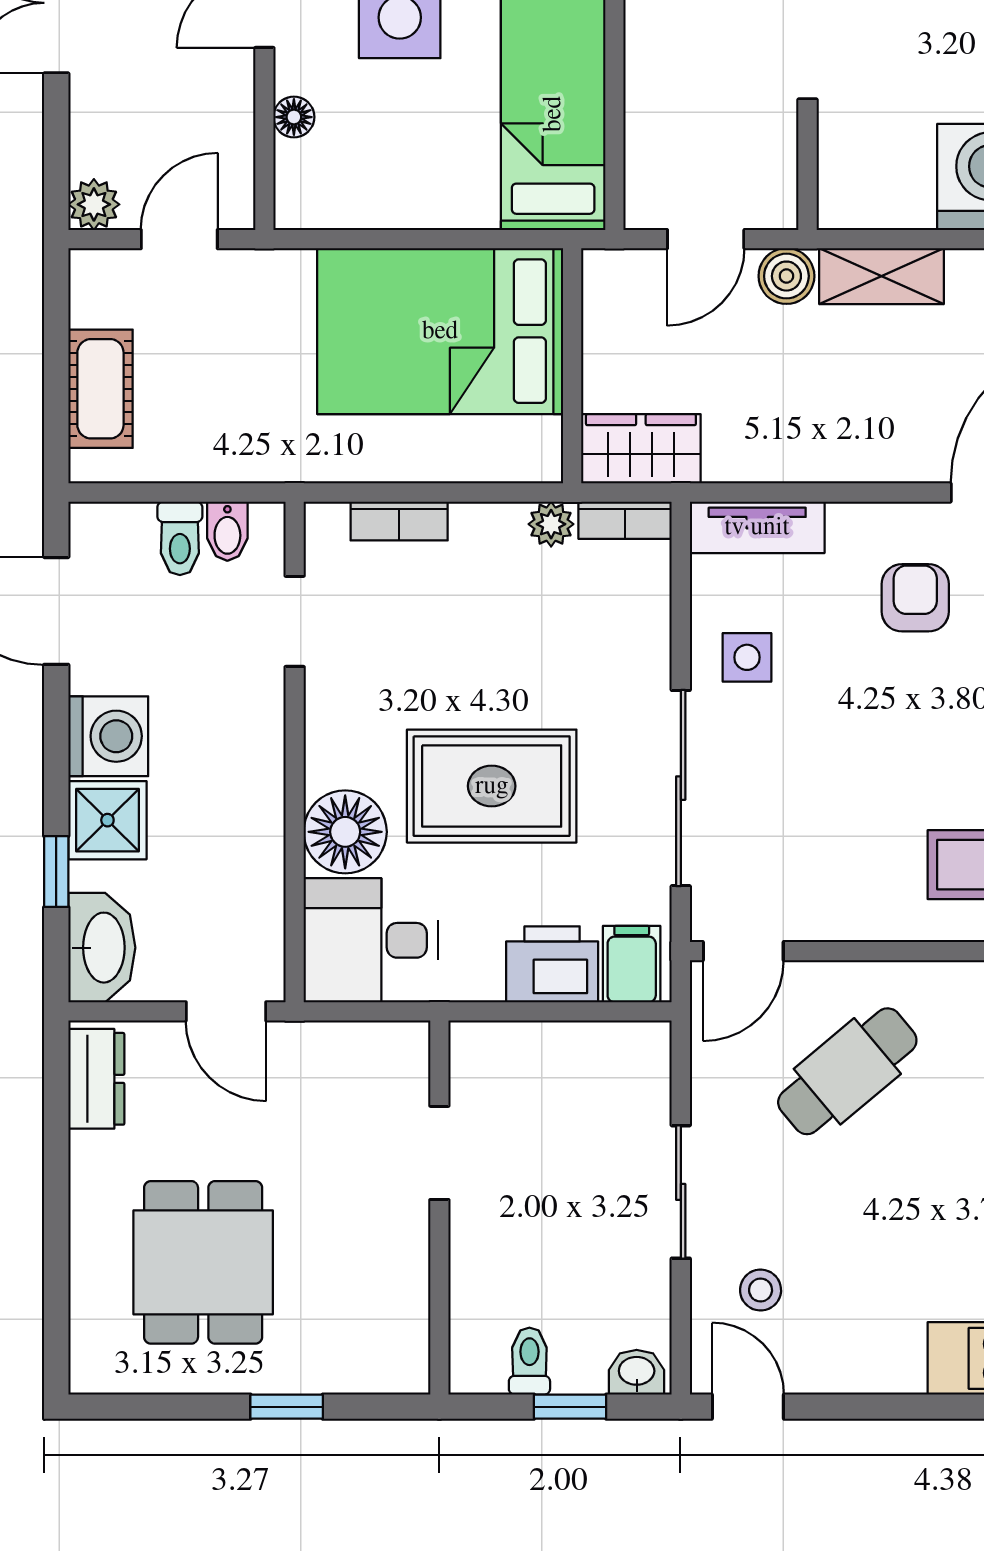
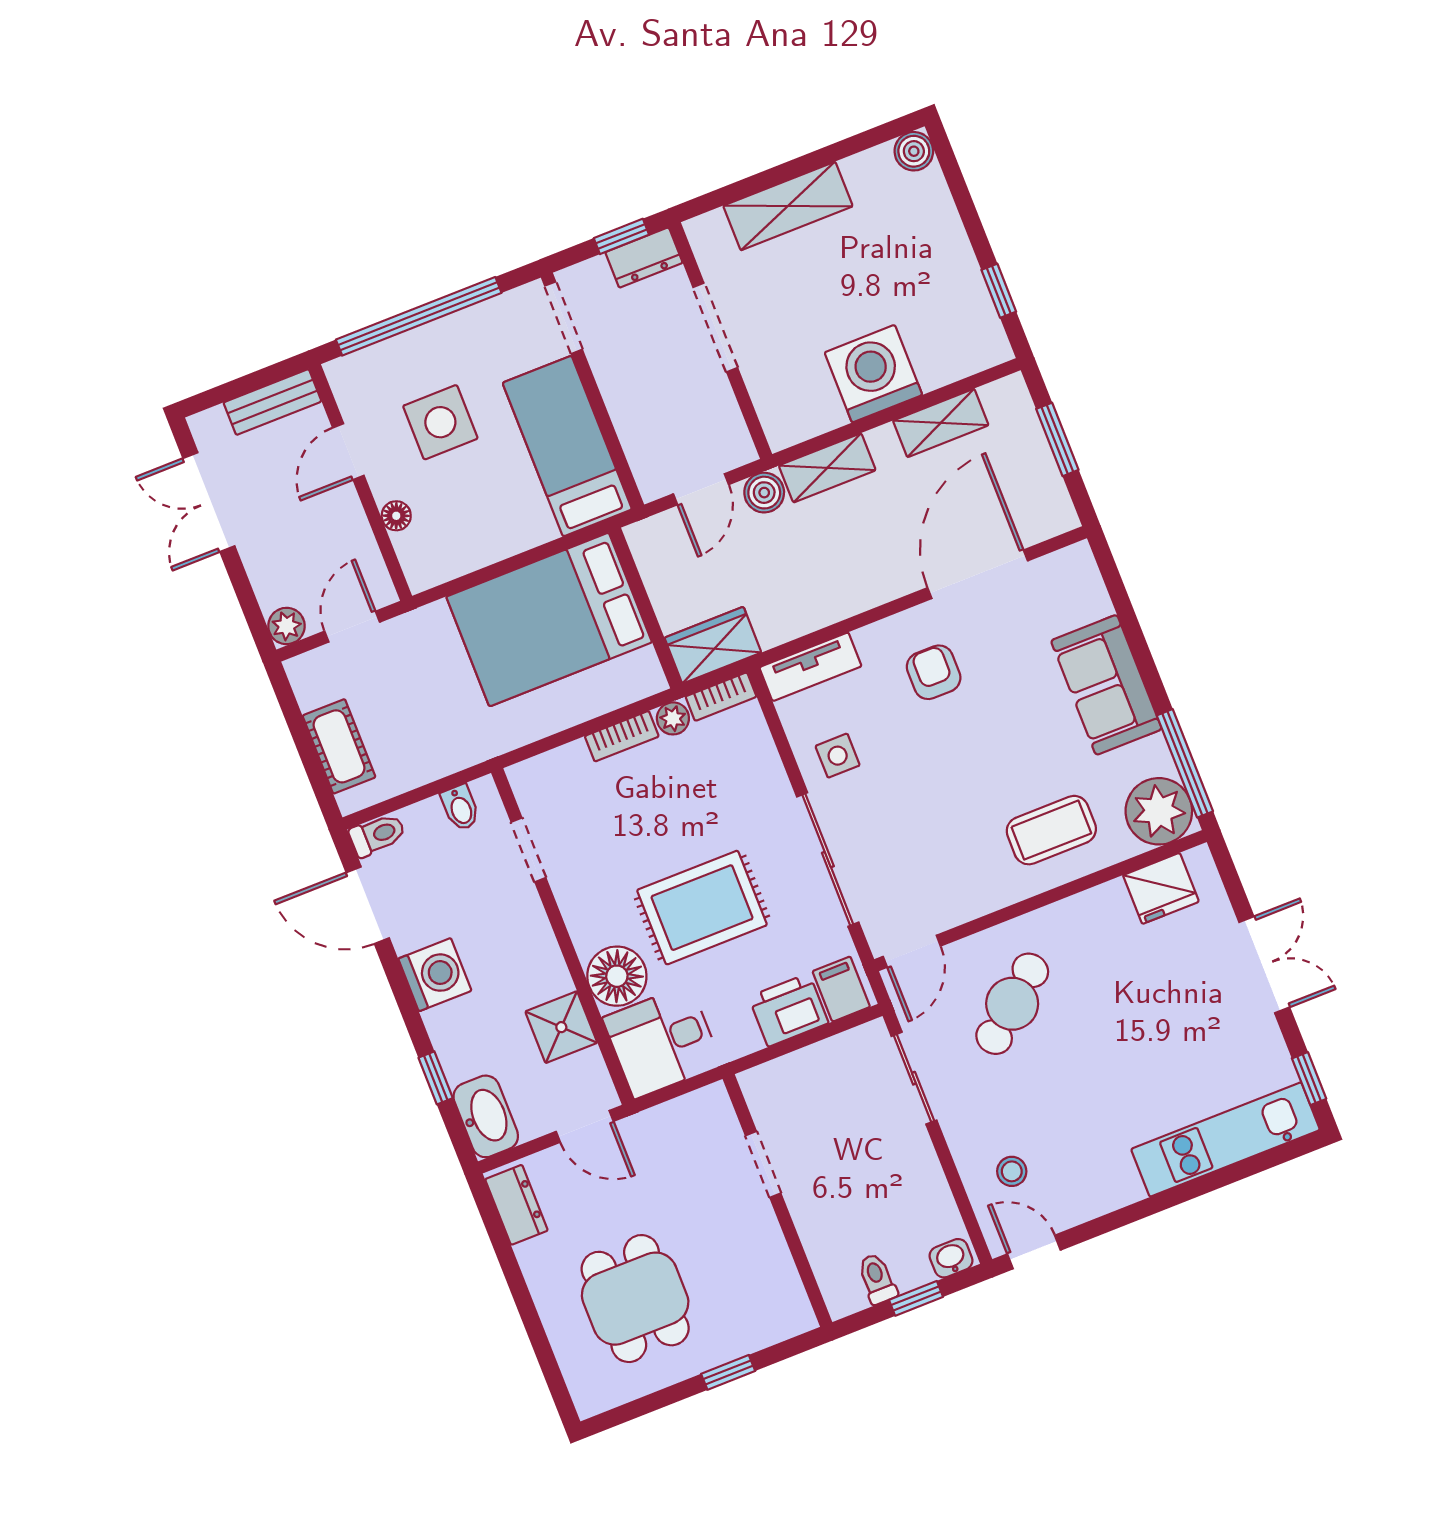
bookcase: (399, 521) -> (622, 736), moved
toilet: (180, 538) -> (377, 835), moved, turned -90
shower: (107, 820) -> (561, 1027), moved
sliding door: (681, 1192) -> (914, 1078), moved

